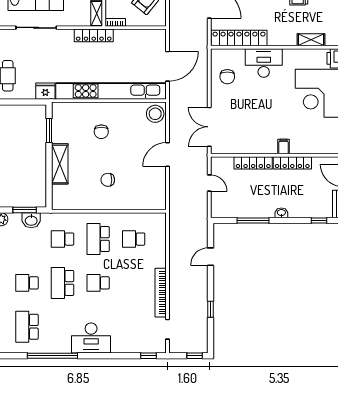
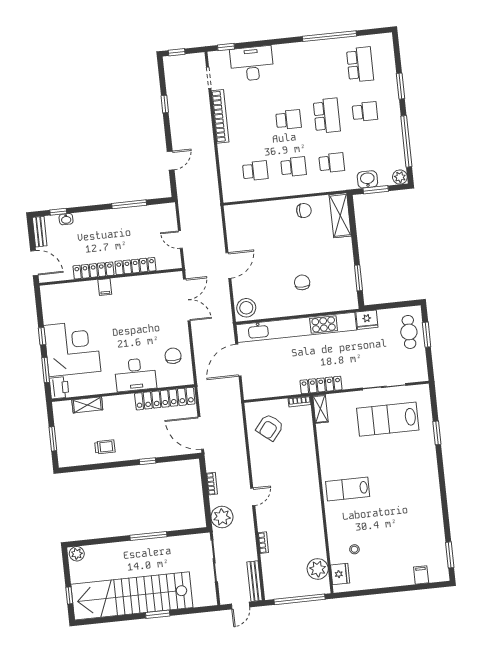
shelving: (60, 164) -> (340, 215), moved
chair: (108, 180) -> (304, 210), moved
washbasin: (281, 213) -> (66, 219), moved
school desk: (98, 239) -> (293, 167), width x0.54
desk: (91, 338) -> (252, 64), moved

